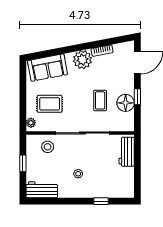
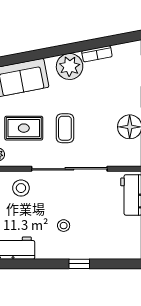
coffee table: (100, 100) -> (65, 128), moved
window: (101, 201) -> (79, 264), moved

